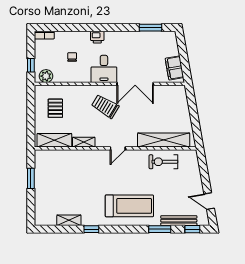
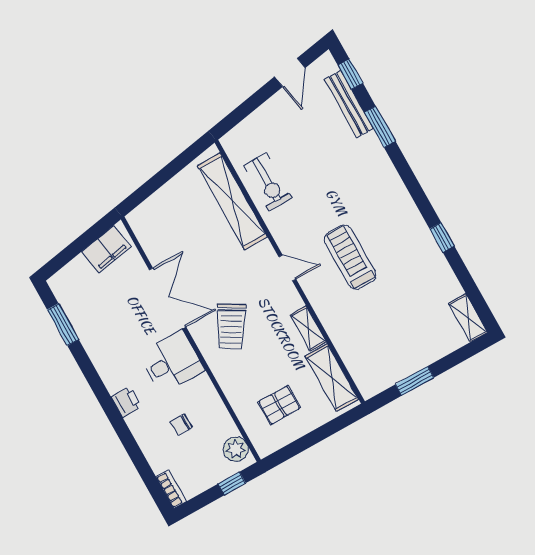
treadmill: (129, 206) -> (350, 257), moved, width x0.73, depth x0.73
shelving: (69, 220) -> (468, 318), moved

